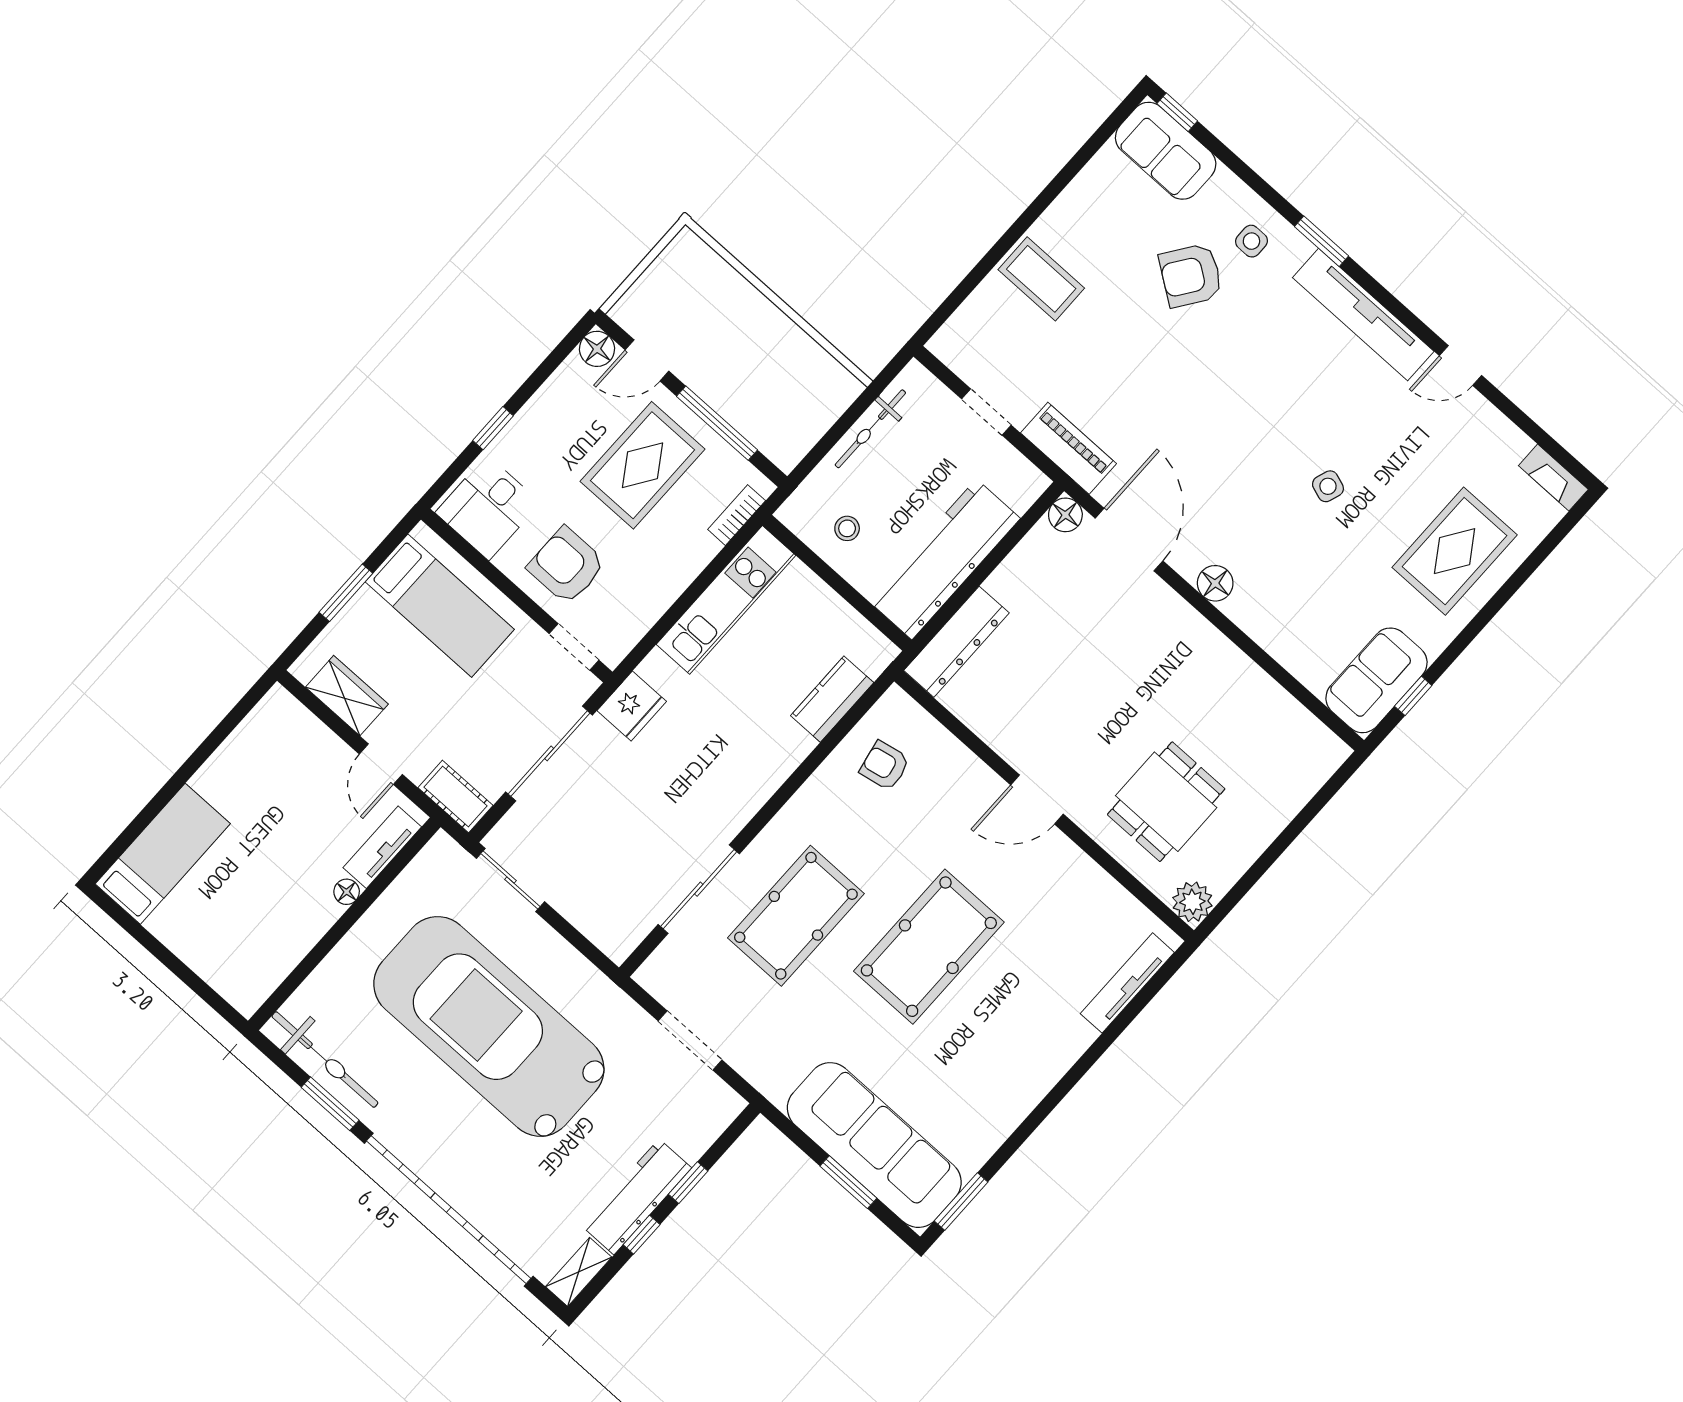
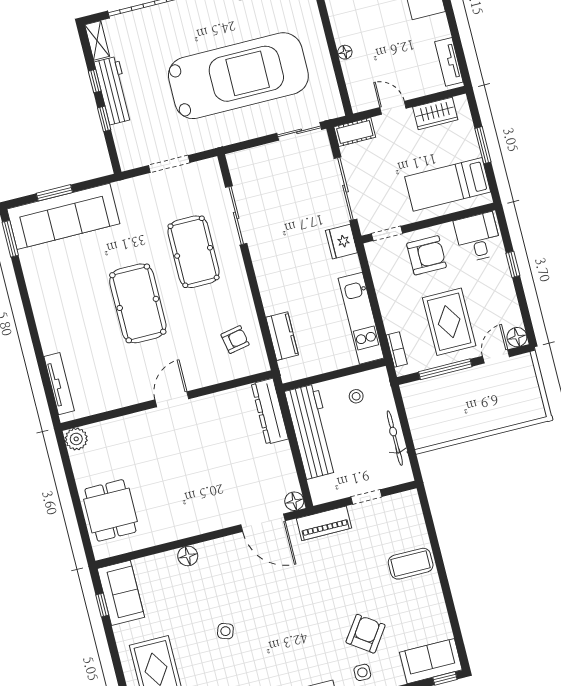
floor lamp: (1215, 583) -> (188, 556), moved
dining table: (1166, 802) -> (110, 510), moved
tv unit: (382, 847) -> (449, 62), moved, turned 180

